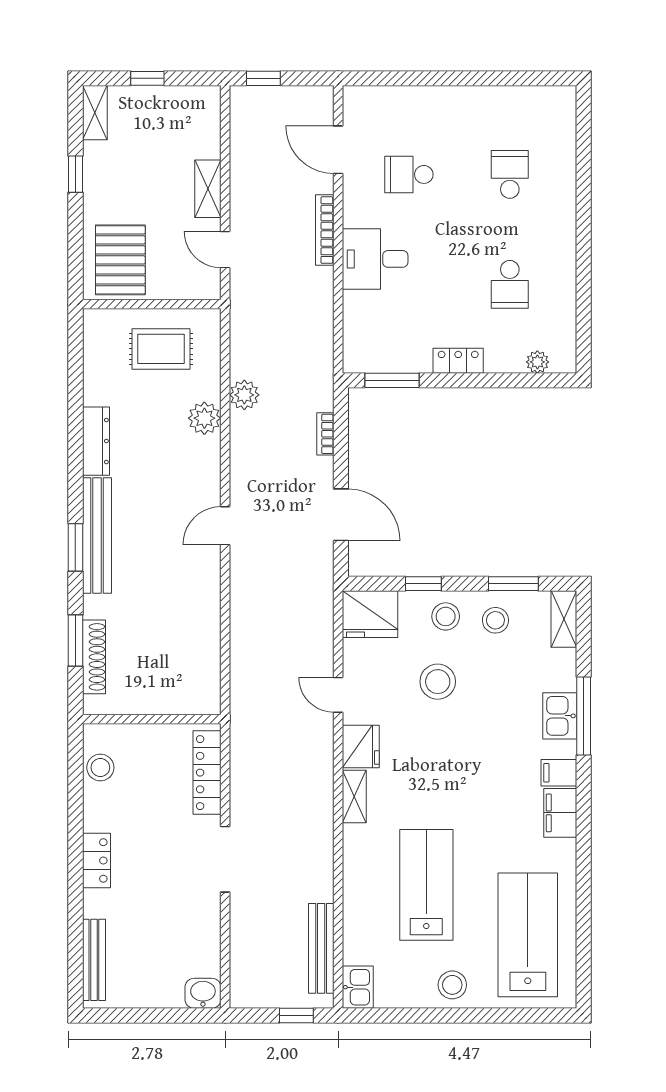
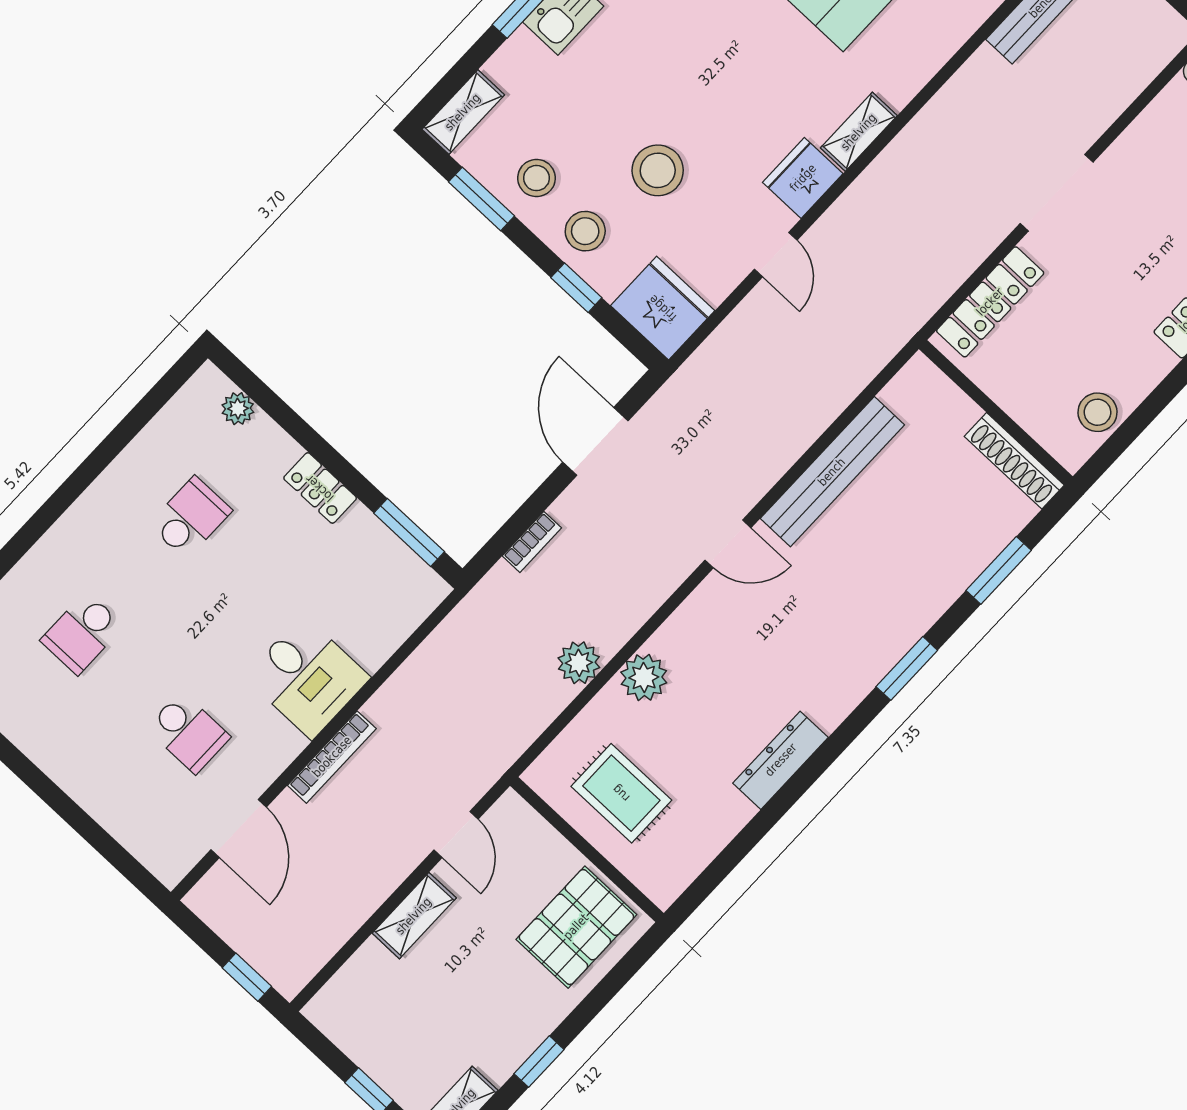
bench: (97, 535) -> (832, 472), moved
shoe rack: (94, 657) -> (1014, 461), moved, turned -90

